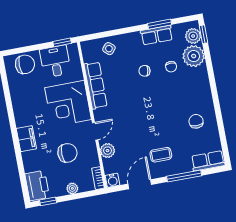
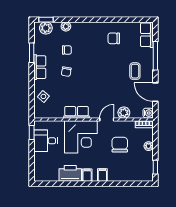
row of seats: (157, 35) -> (40, 67), moved
plant: (194, 56) -> (66, 26), width x0.53, depth x0.53
chair: (25, 64) -> (43, 165), removed
row of seats: (96, 85) -> (77, 112), width x0.68
filing cabinet: (23, 120) -> (87, 175), added
door: (95, 131) -> (107, 120), hinge flipped
filing cabinet: (26, 139) -> (102, 175), width x0.50
printer: (37, 186) -> (70, 173), moved

